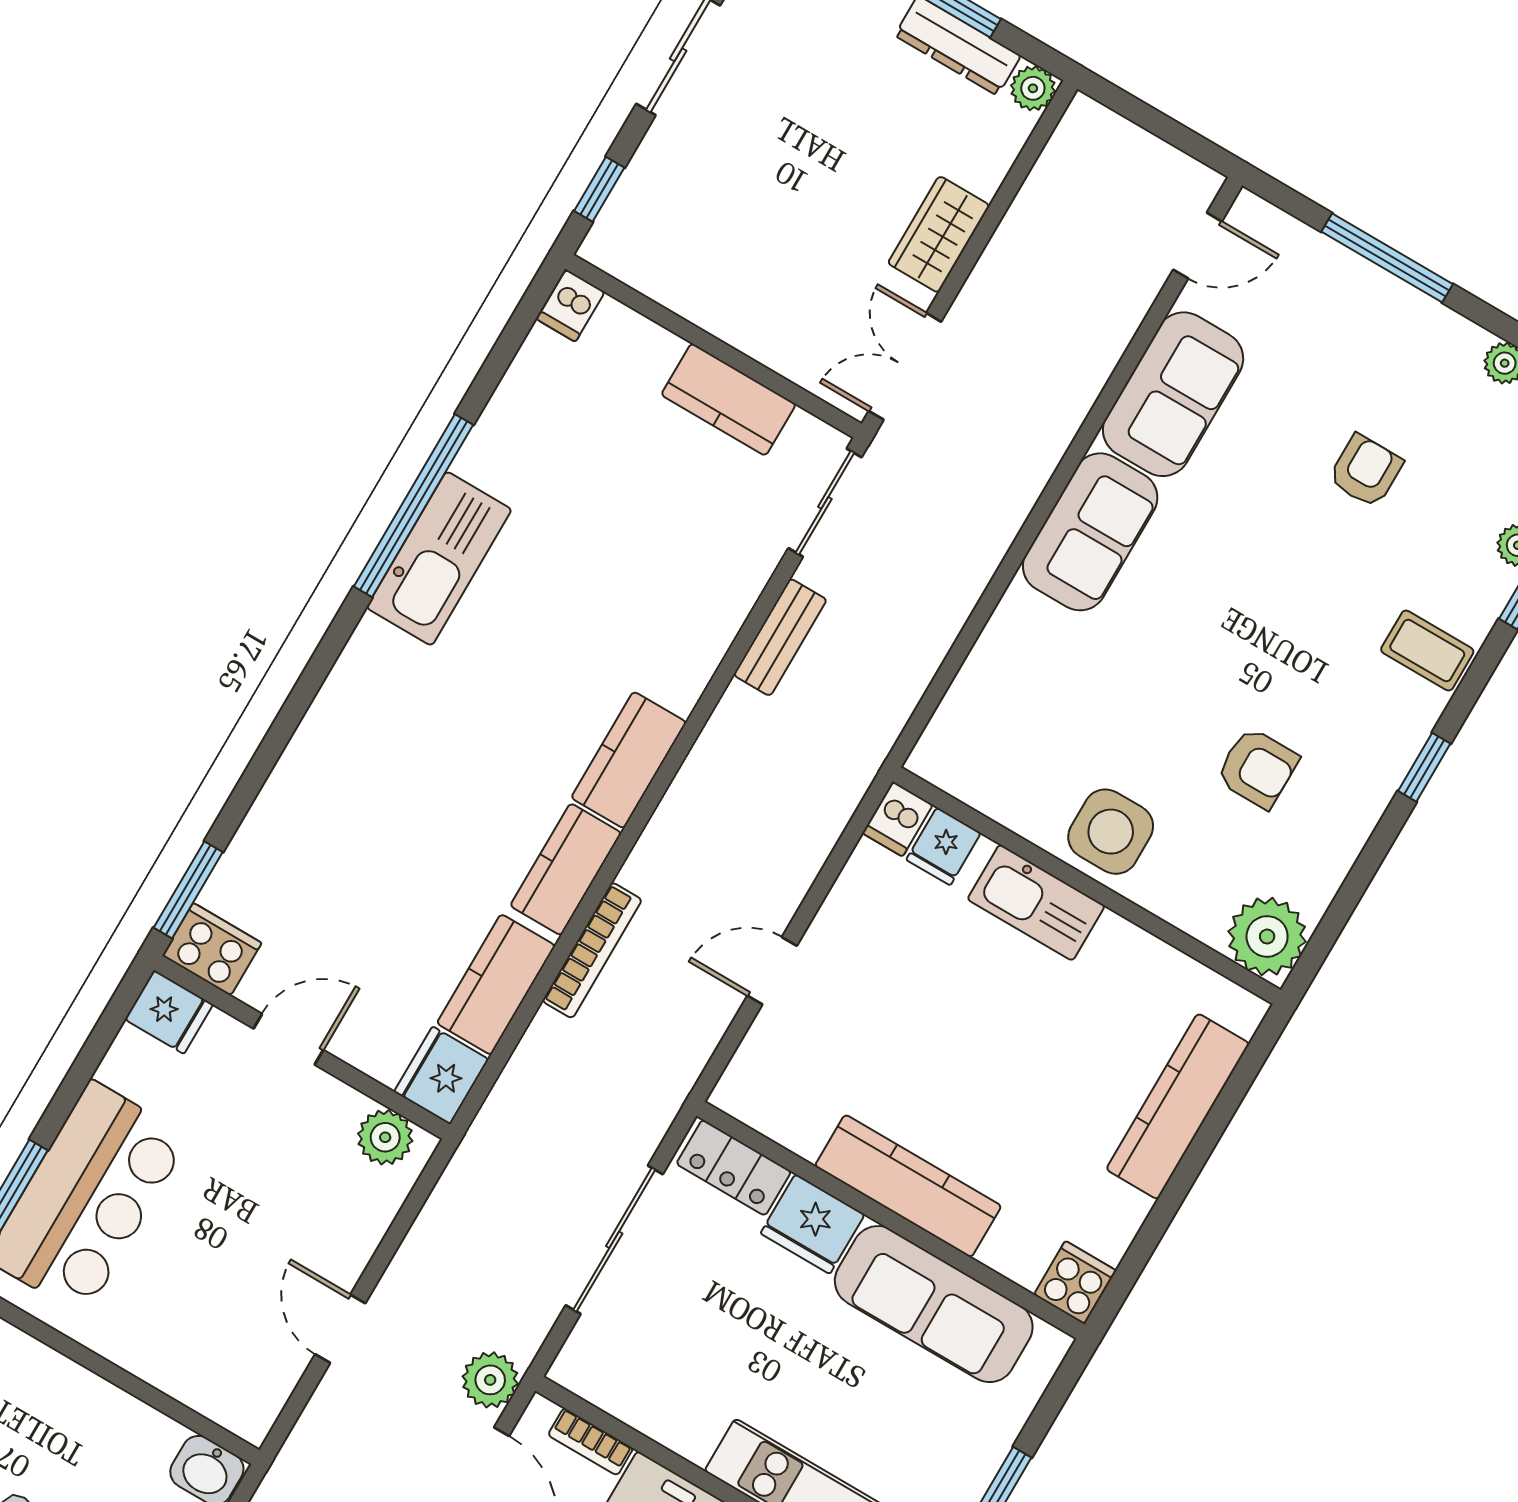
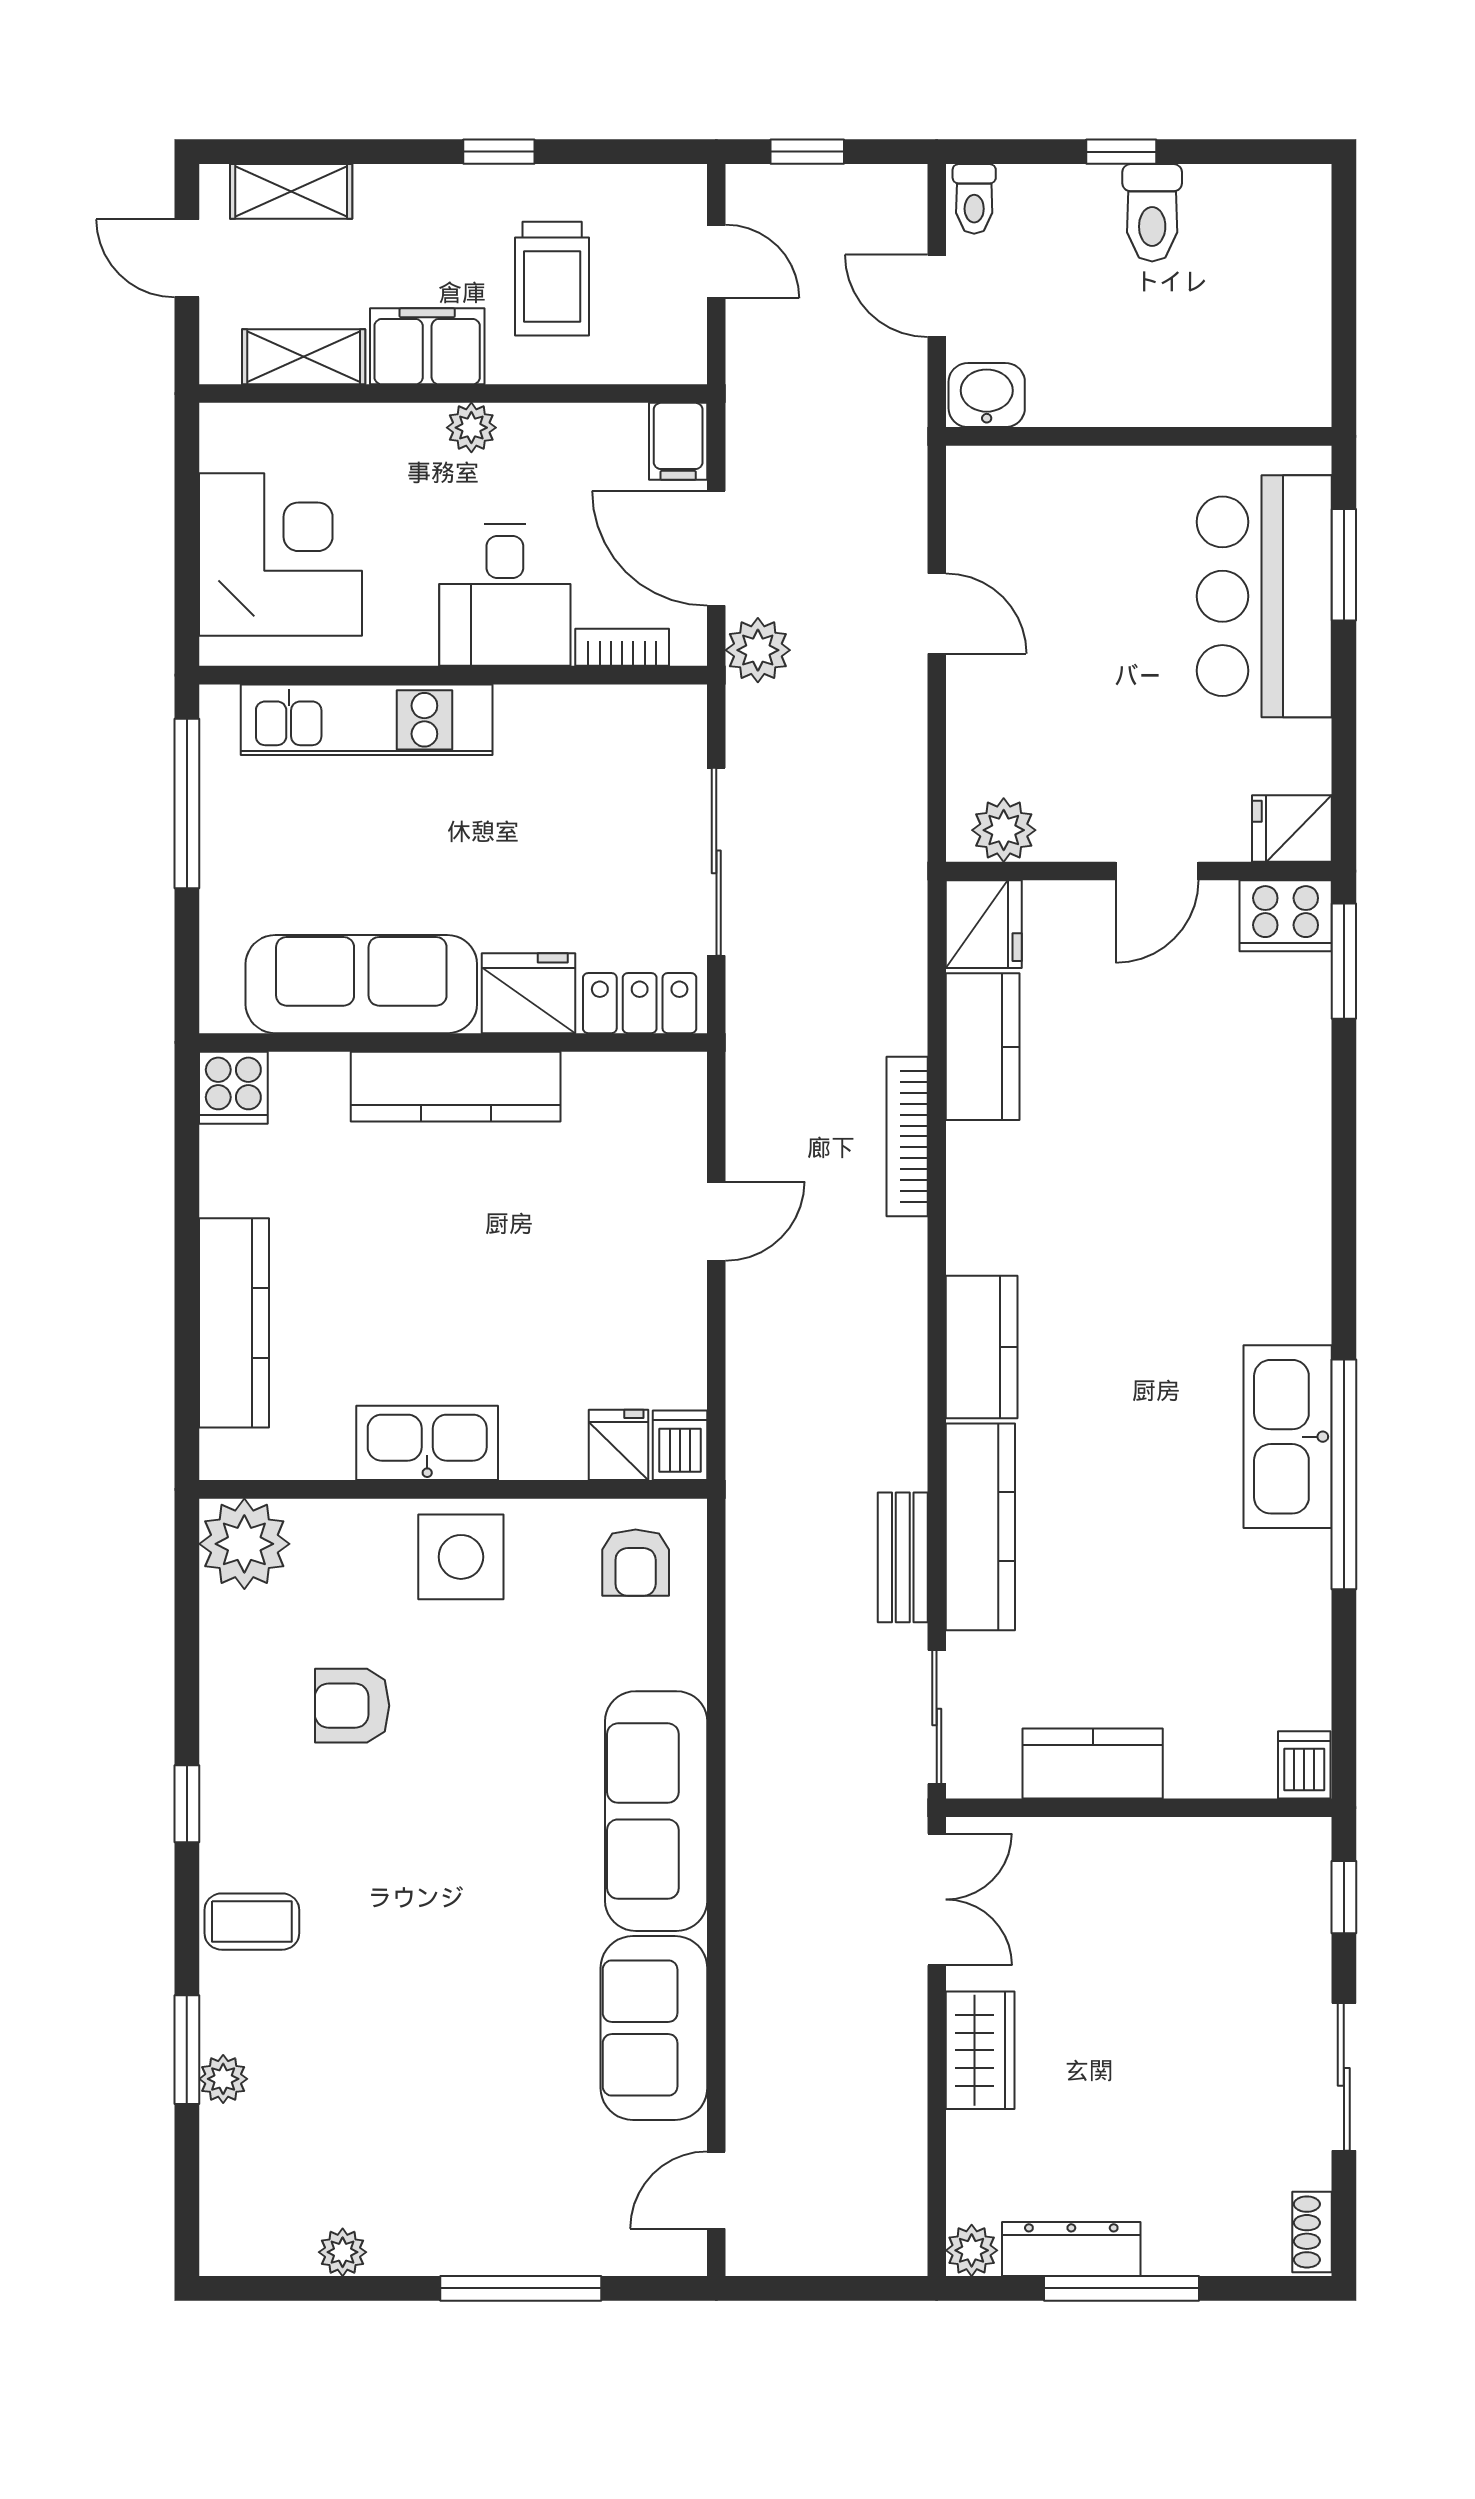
armchair: (1366, 471) -> (636, 1563), moved
sofa: (1090, 532) -> (656, 1811), width x1.36
kitchen counter: (566, 869) -> (980, 1527), moved, width x1.50
kitchen sink: (1036, 903) -> (427, 1443), moved

